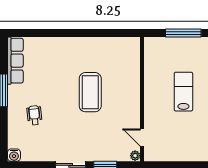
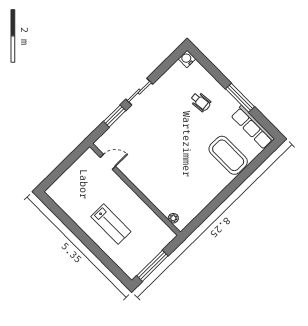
coffee table: (90, 92) -> (228, 155), moved
plant: (135, 156) -> (173, 218), moved

